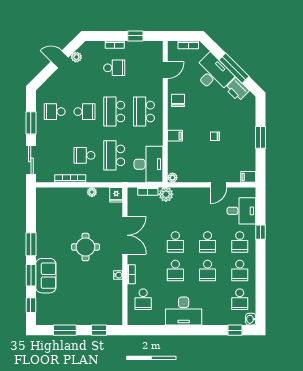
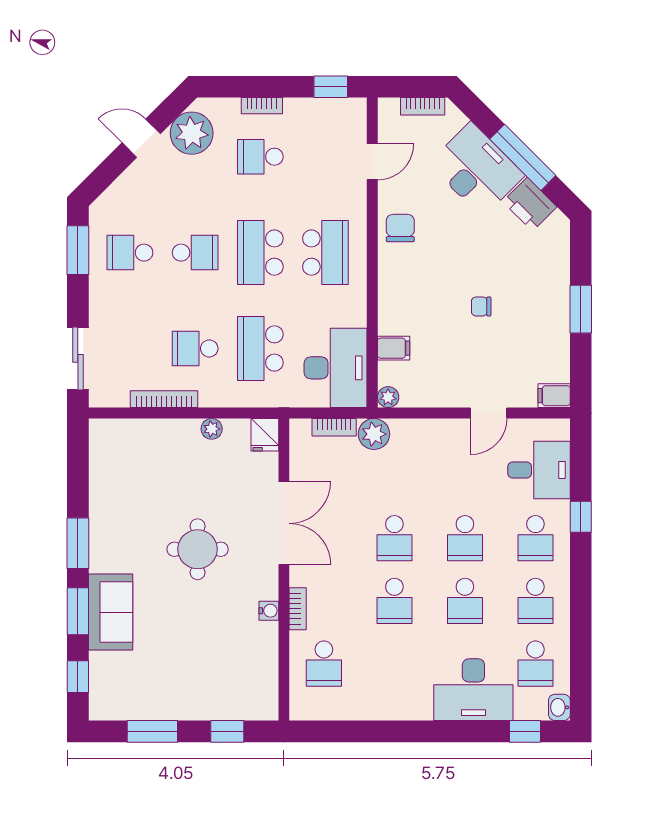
window: (135, 36) -> (331, 87), moved
plant: (76, 57) -> (192, 133), width x1.87, depth x1.87
school desk: (114, 68) -> (260, 157), turned 180
school desk: (144, 112) -> (326, 253), turned 180
window: (31, 123) -> (78, 250), moved
filing cabinet: (175, 136) -> (394, 348), moved
desk: (184, 311) -> (473, 690), moved

